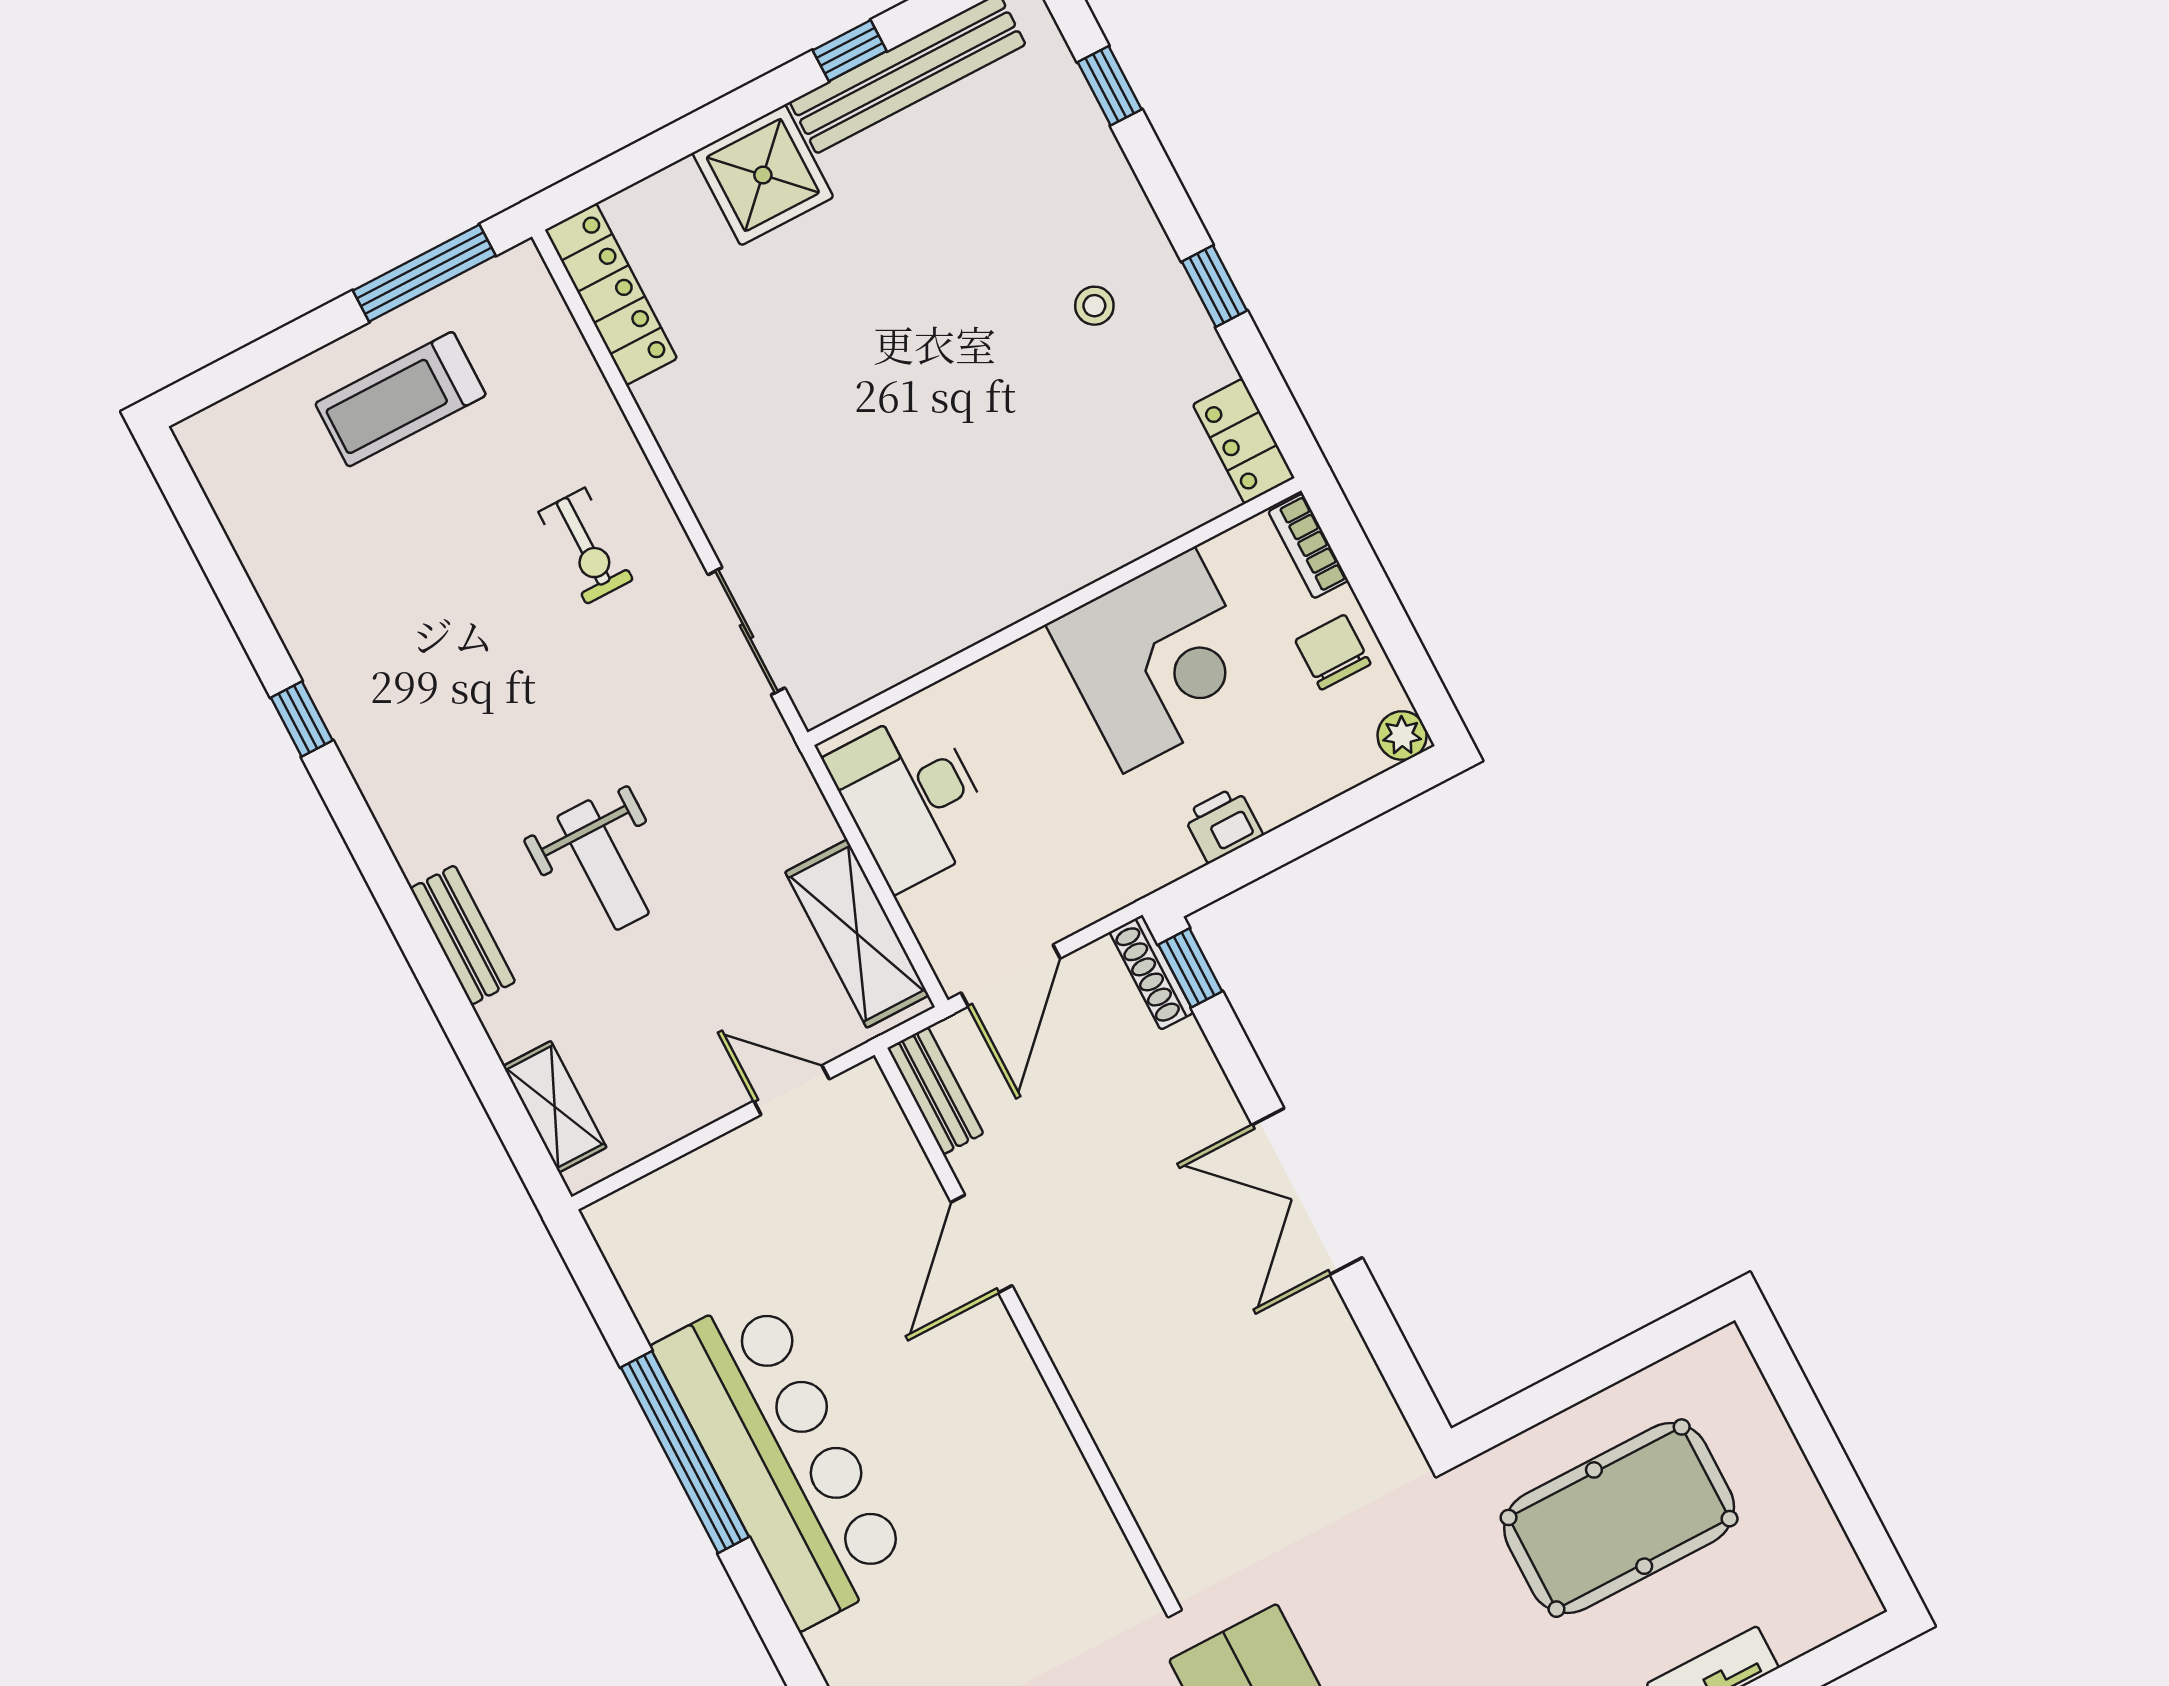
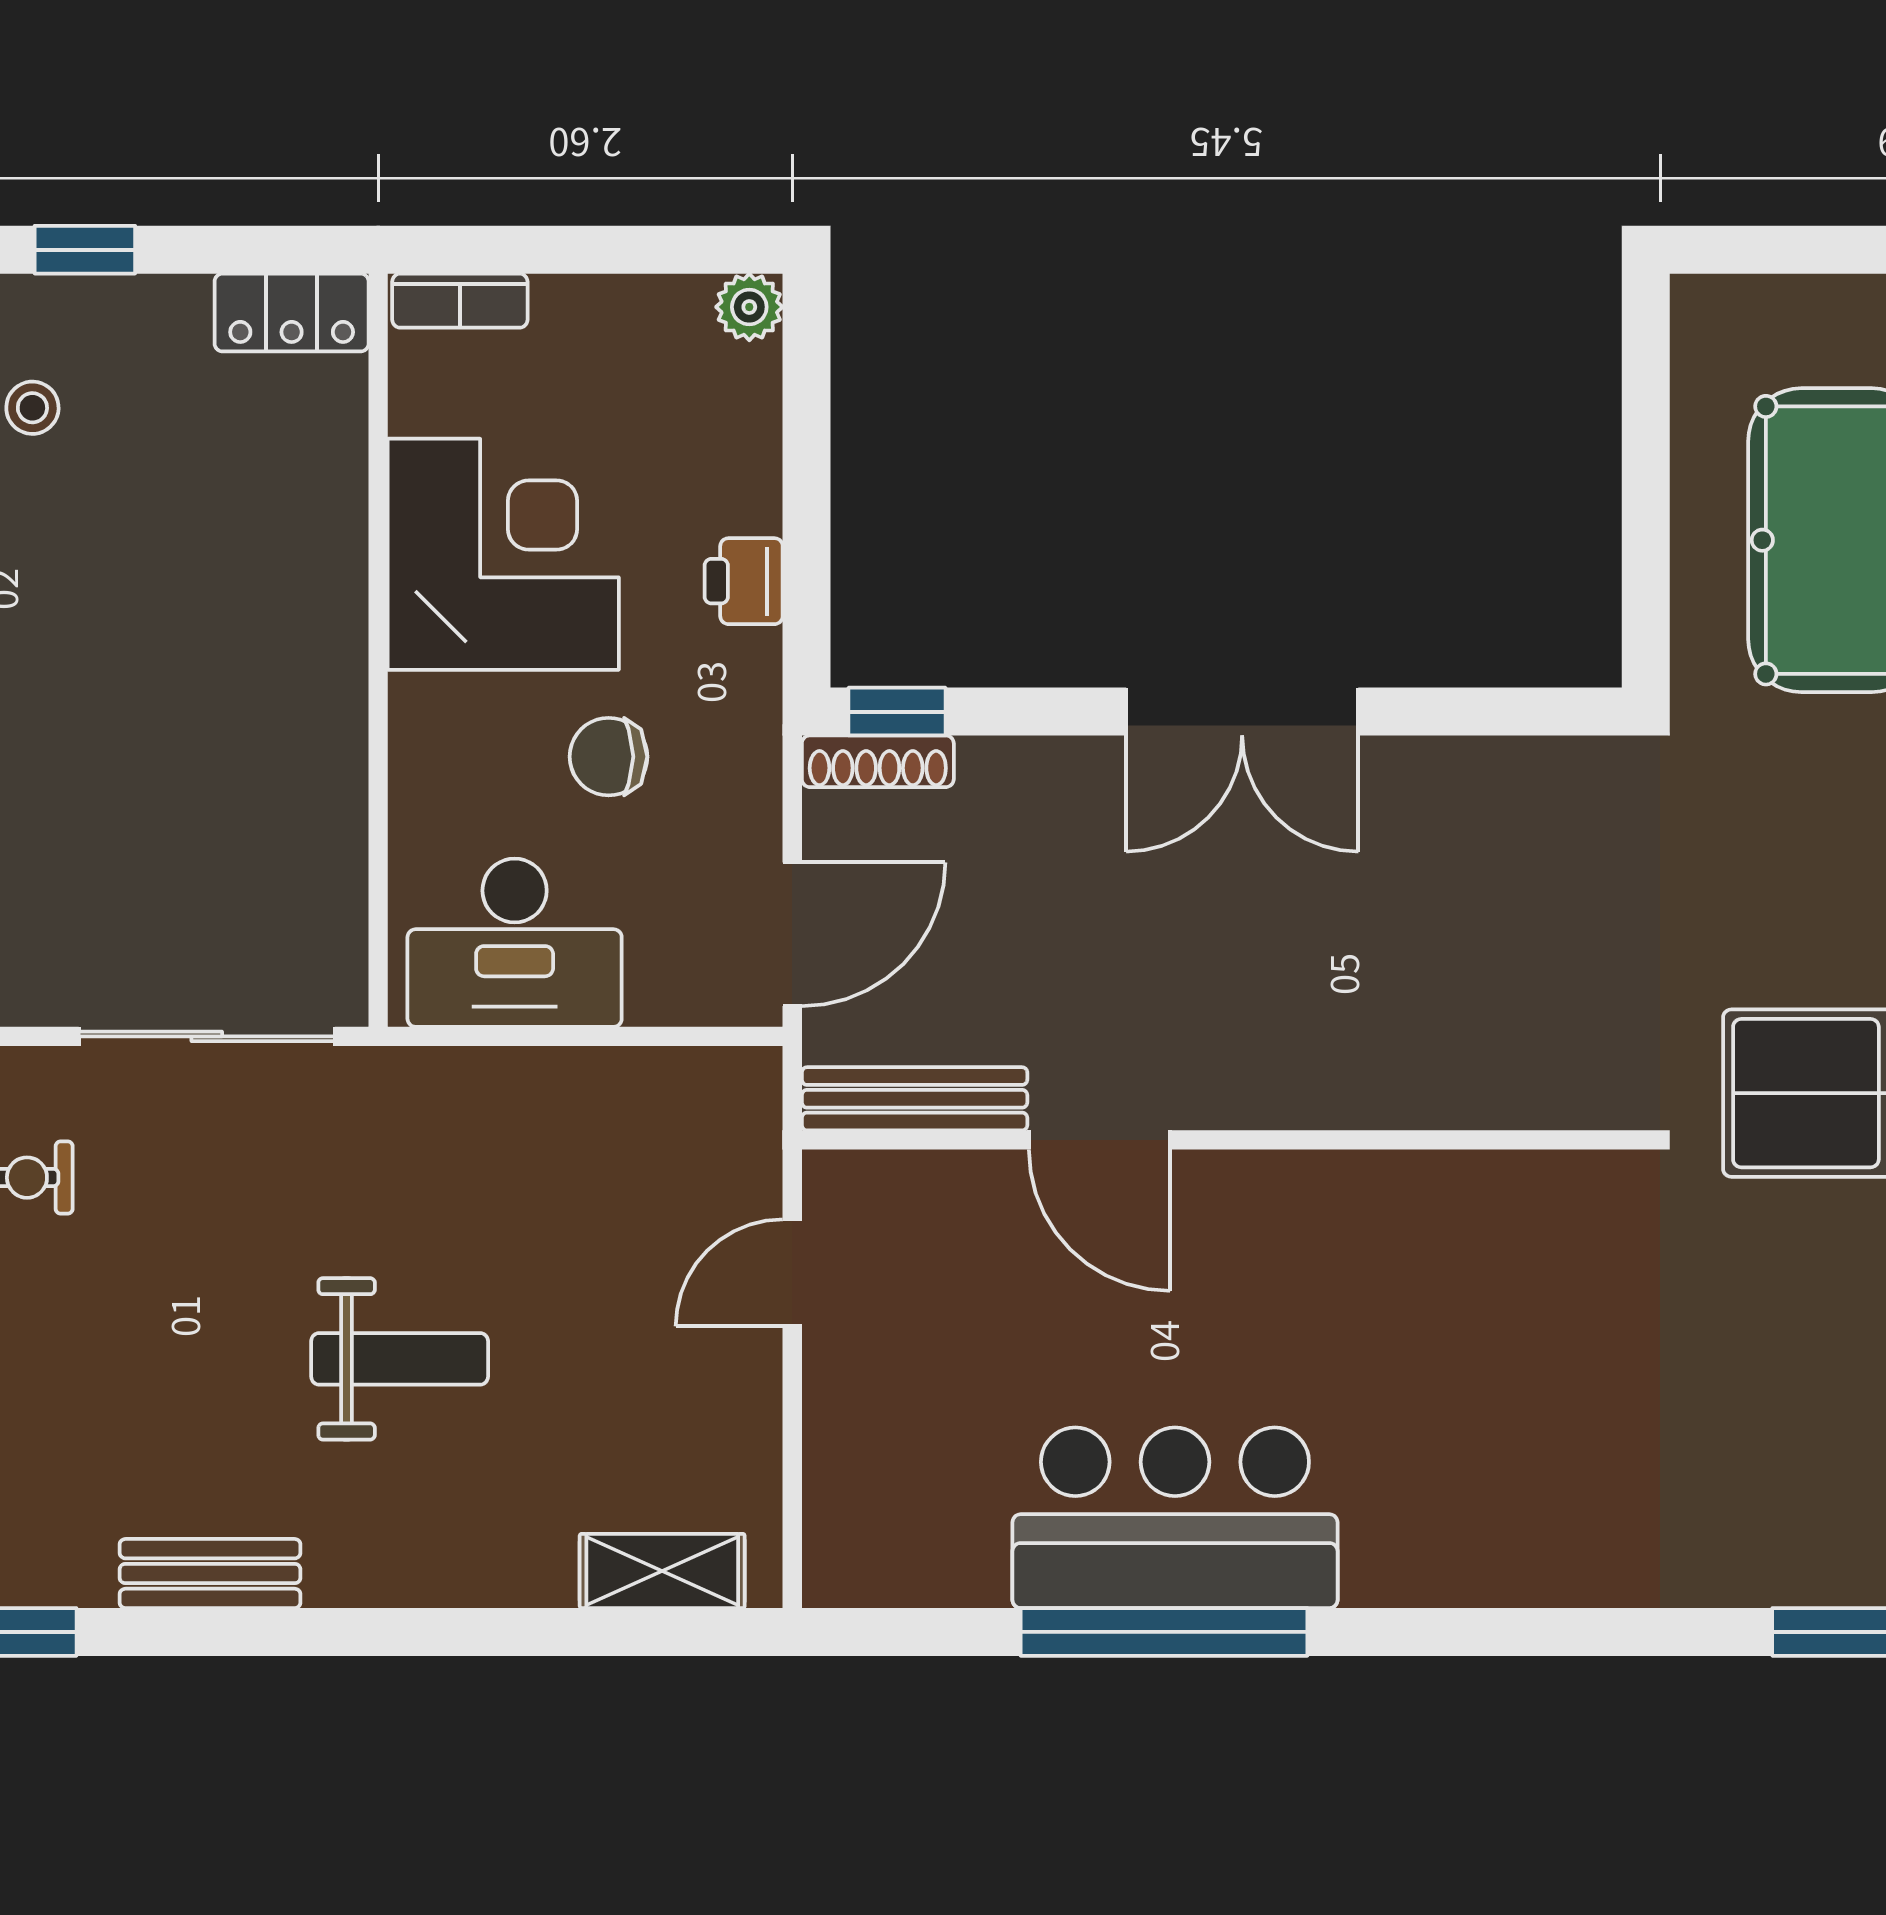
sliding door: (747, 631) -> (207, 1036), width x1.37
chair: (1333, 652) -> (609, 757), moved
shelving: (857, 934) -> (644, 1094), removed
bench: (463, 935) -> (210, 1574), moved
door: (1011, 975) -> (792, 934), hinge flipped
bench: (935, 1091) -> (915, 1099), width x1.36
bar counter: (783, 1459) -> (1175, 1518), width x0.73

